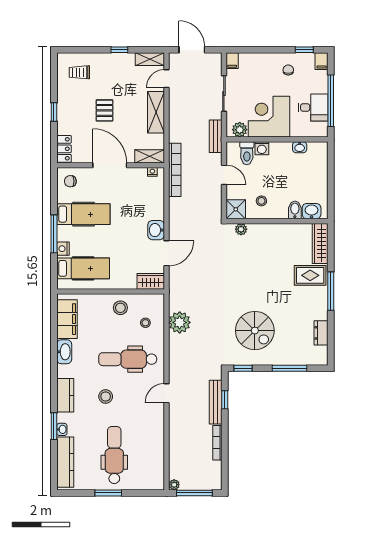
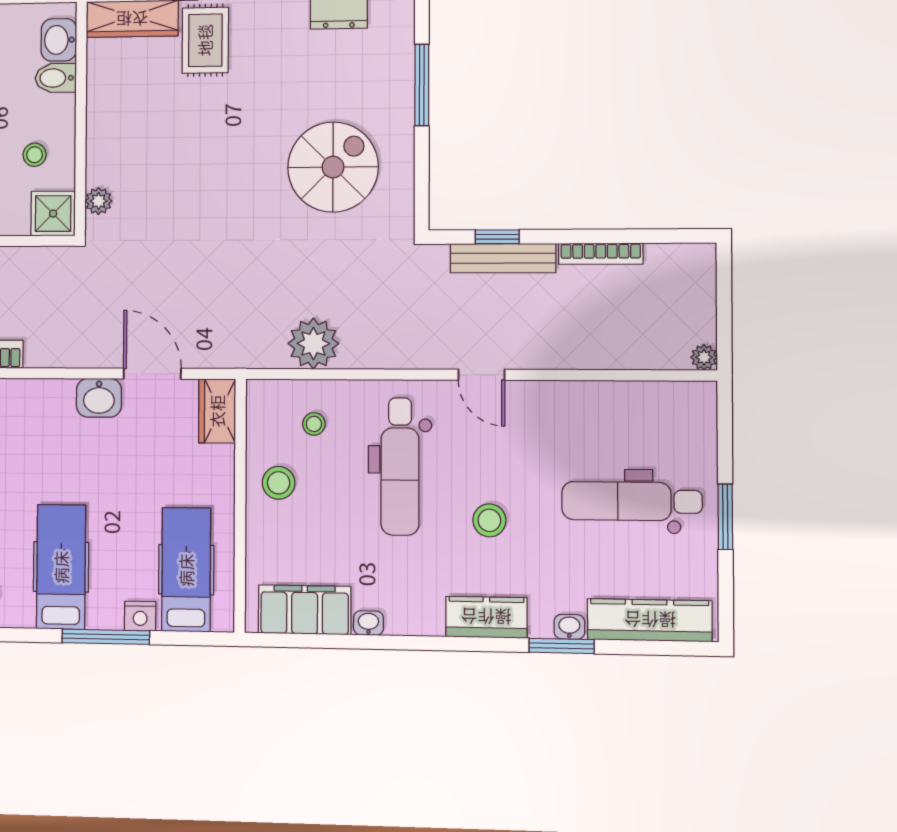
washbasin: (64, 352) -> (368, 623), width x0.52, depth x0.69
window: (243, 368) -> (422, 194), removed
window: (194, 493) -> (724, 308), removed

